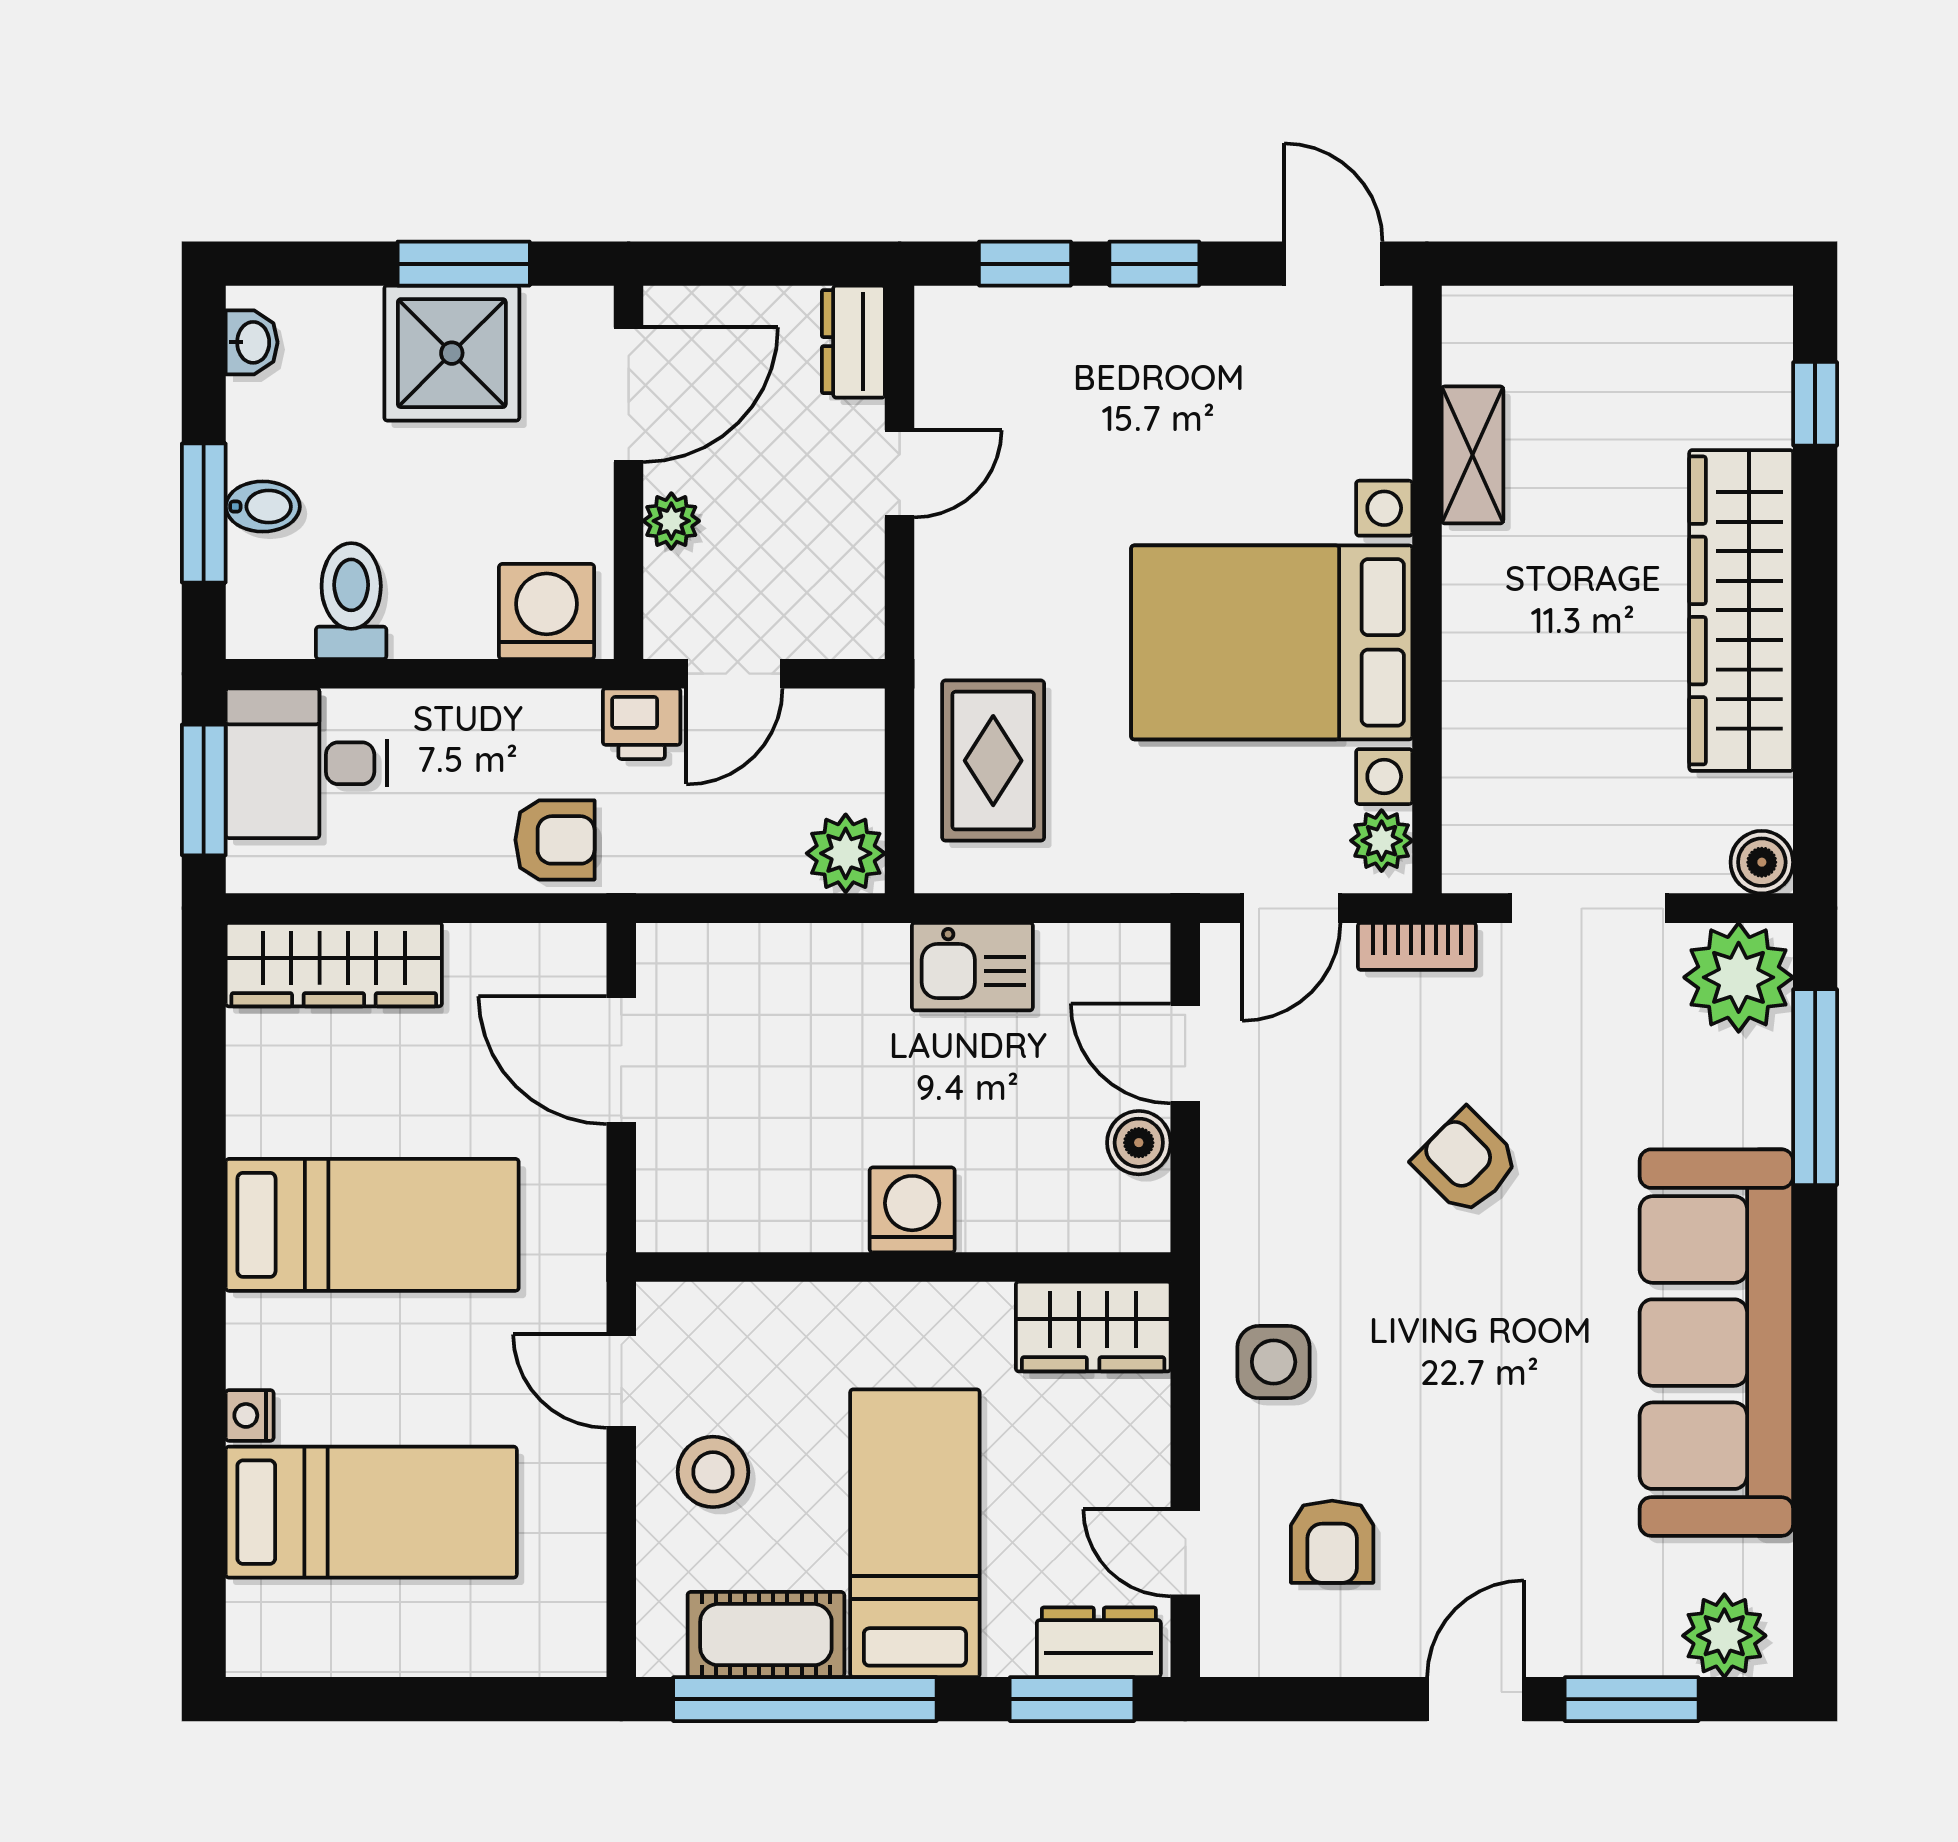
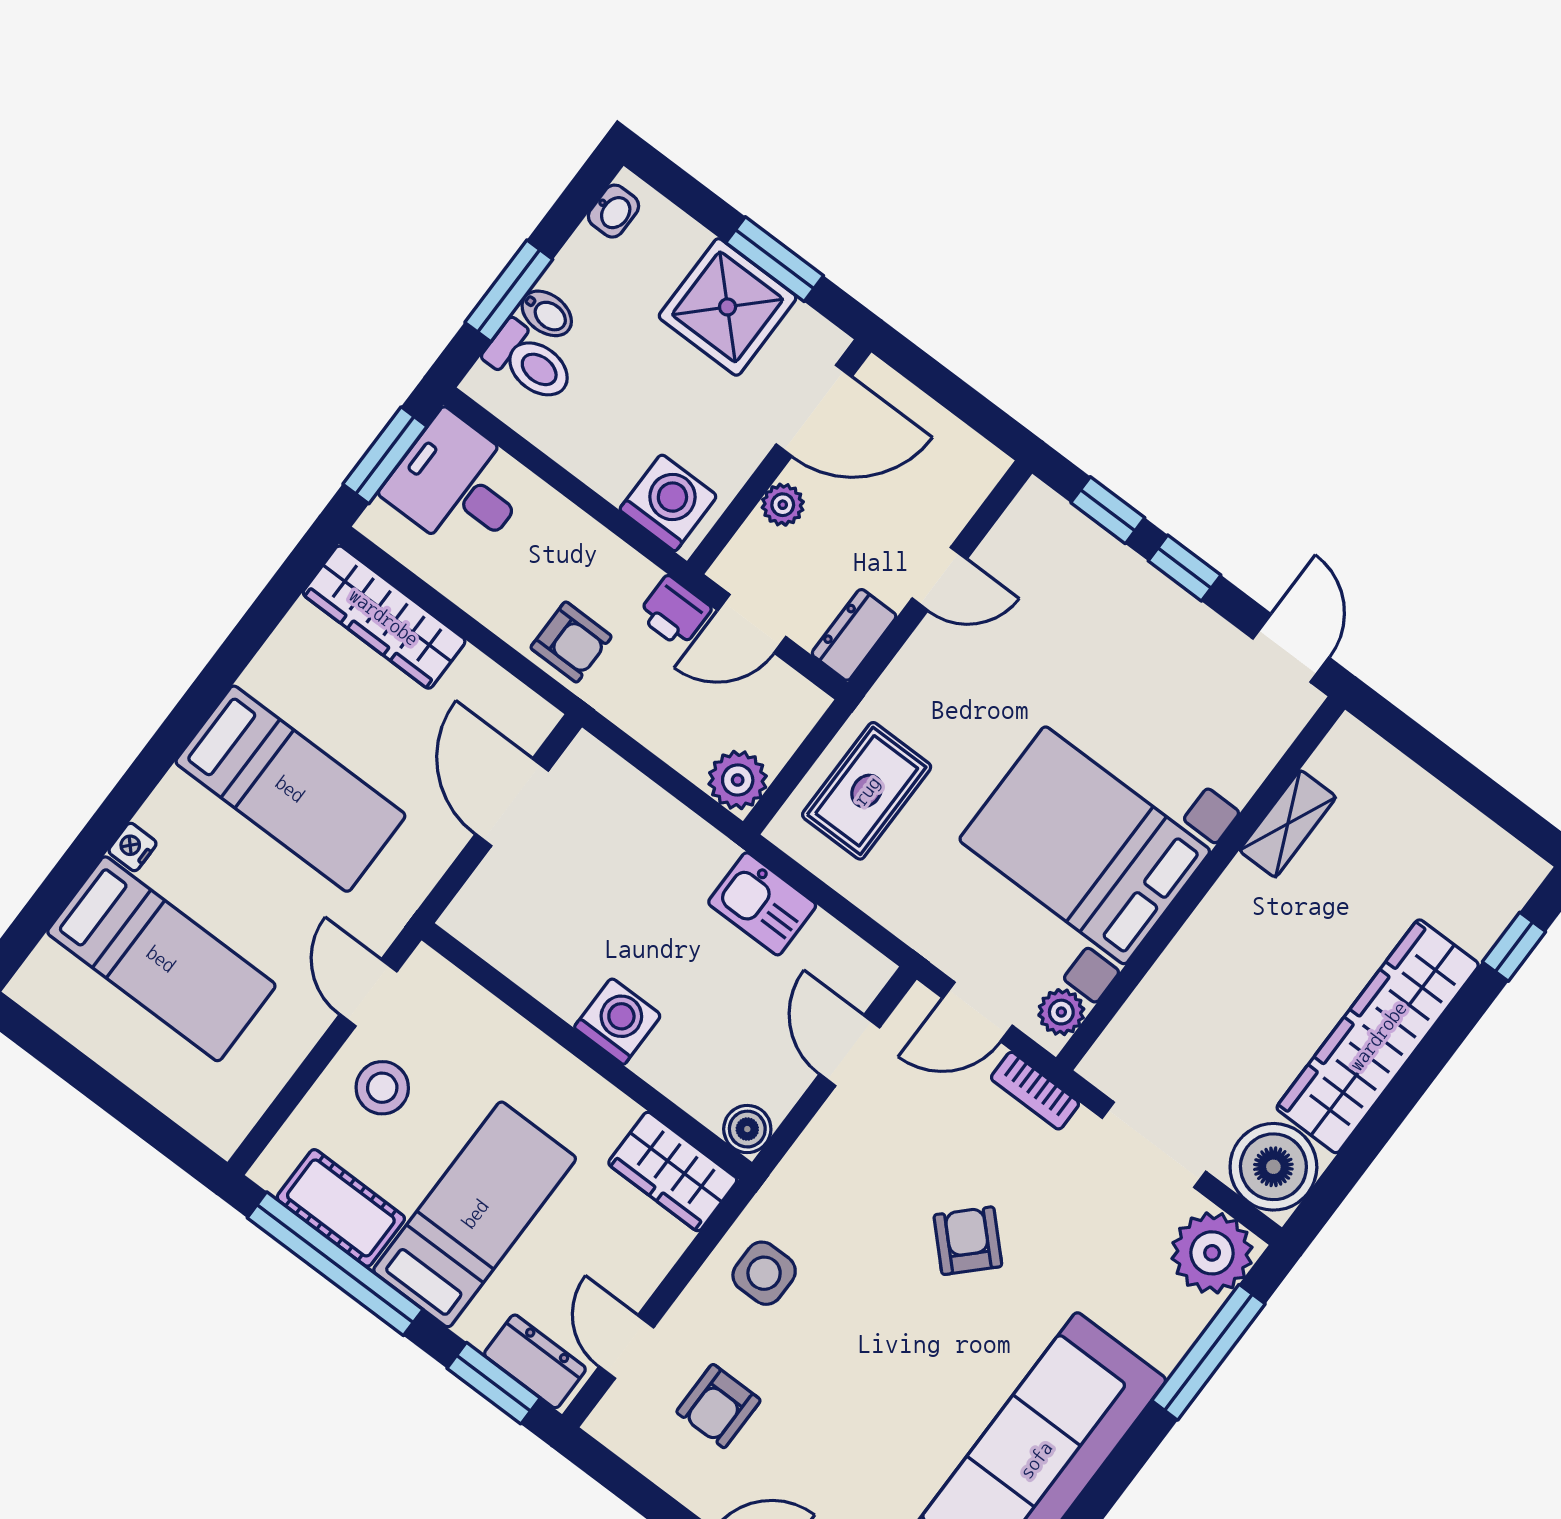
dresser: (853, 342) -> (854, 635), moved
toilet: (351, 601) -> (530, 362), moved, turned 90
boiler: (1762, 862) -> (1273, 1167), width x1.86, depth x1.86
boiler: (1139, 1143) -> (747, 1129), moved

